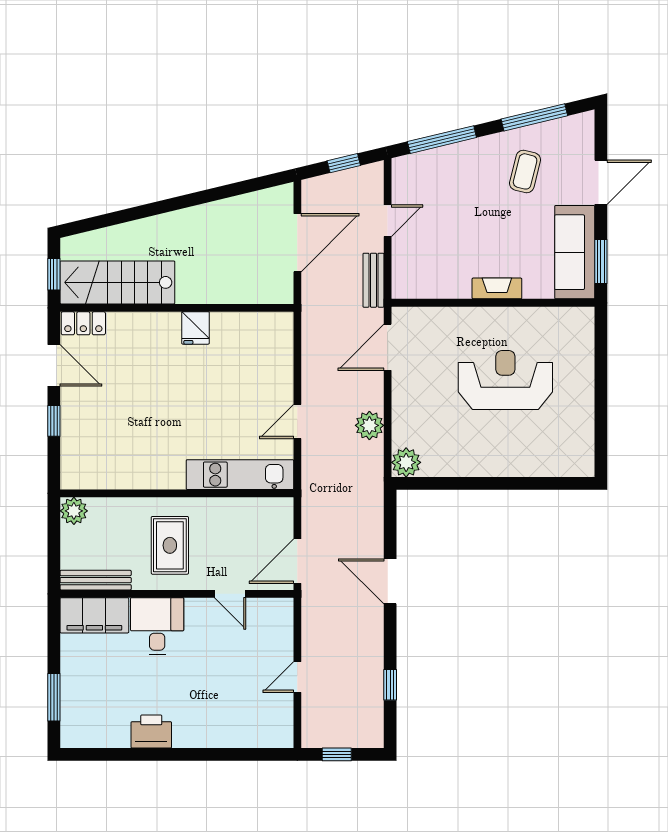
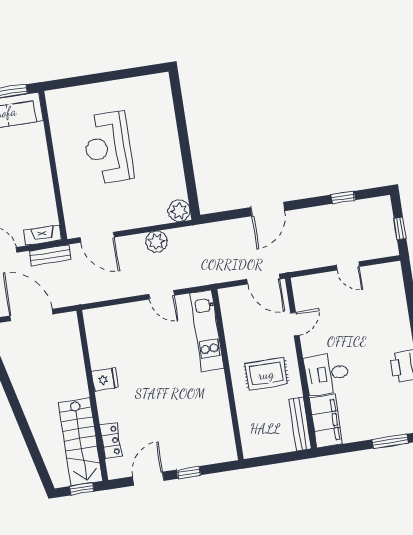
fireplace: (497, 288) -> (42, 235), moved, turned 90
locker: (83, 323) -> (111, 441), moved
plant: (74, 511) -> (252, 448), removed

